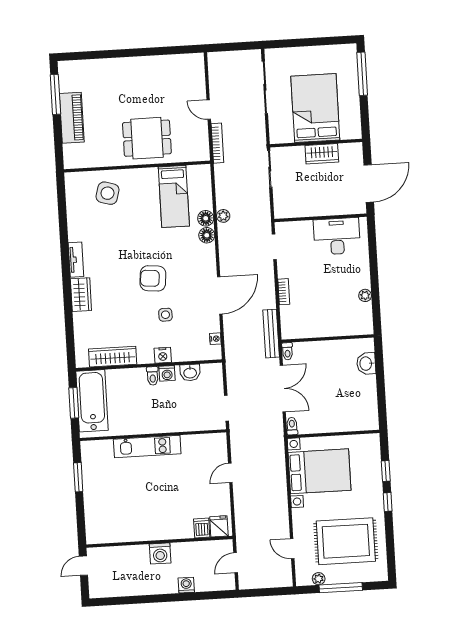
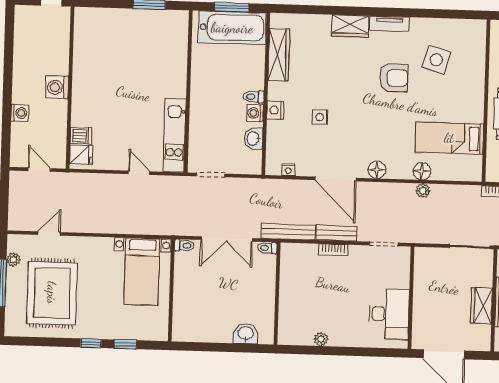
side table: (107, 193) -> (436, 60), moved
floor lamp: (207, 235) -> (377, 170), moved
armchair: (153, 278) -> (394, 78), moved, turned 85
bench: (268, 290) -> (336, 233), added
kitchen unit: (147, 447) -> (175, 135), moved
bed with nightstands: (320, 471) -> (142, 272), width x0.73

